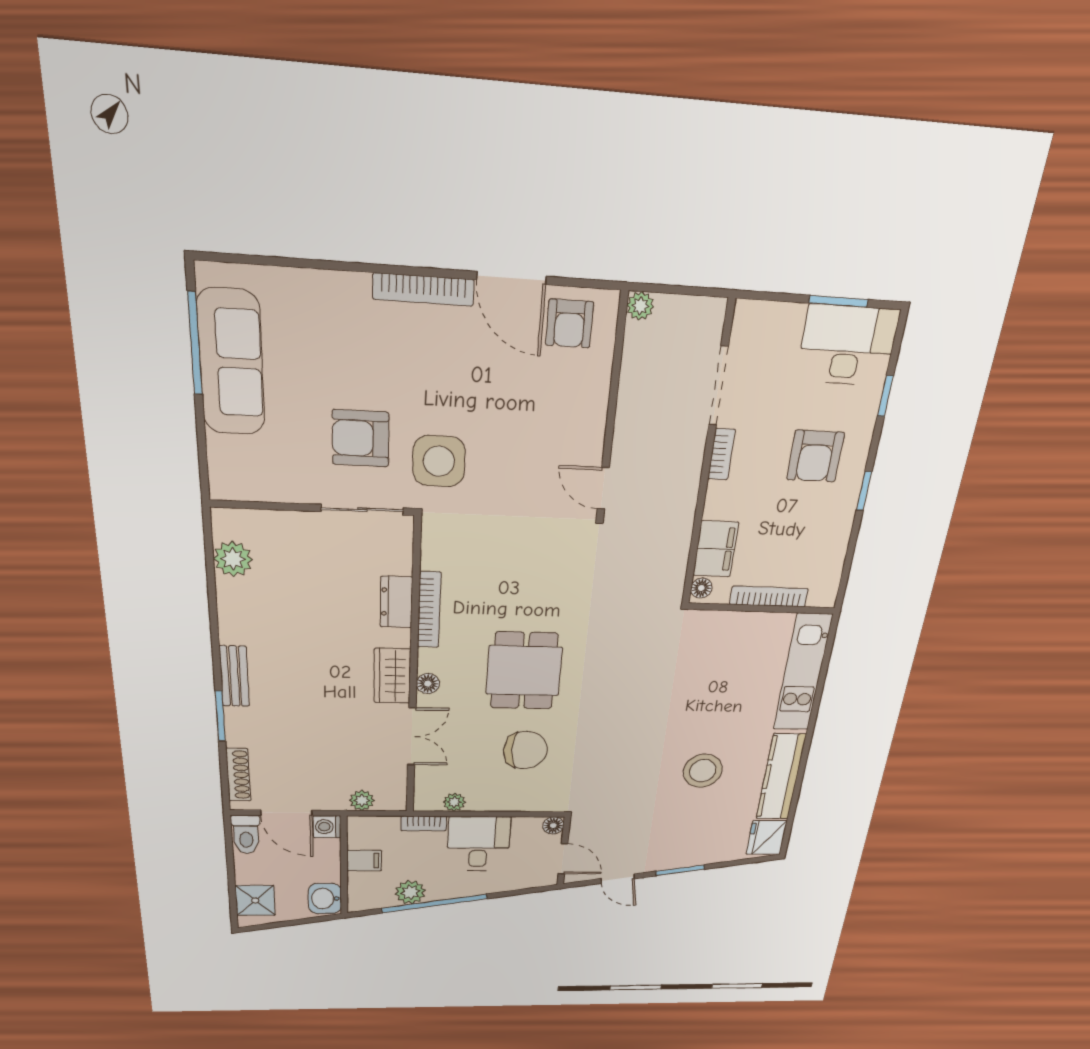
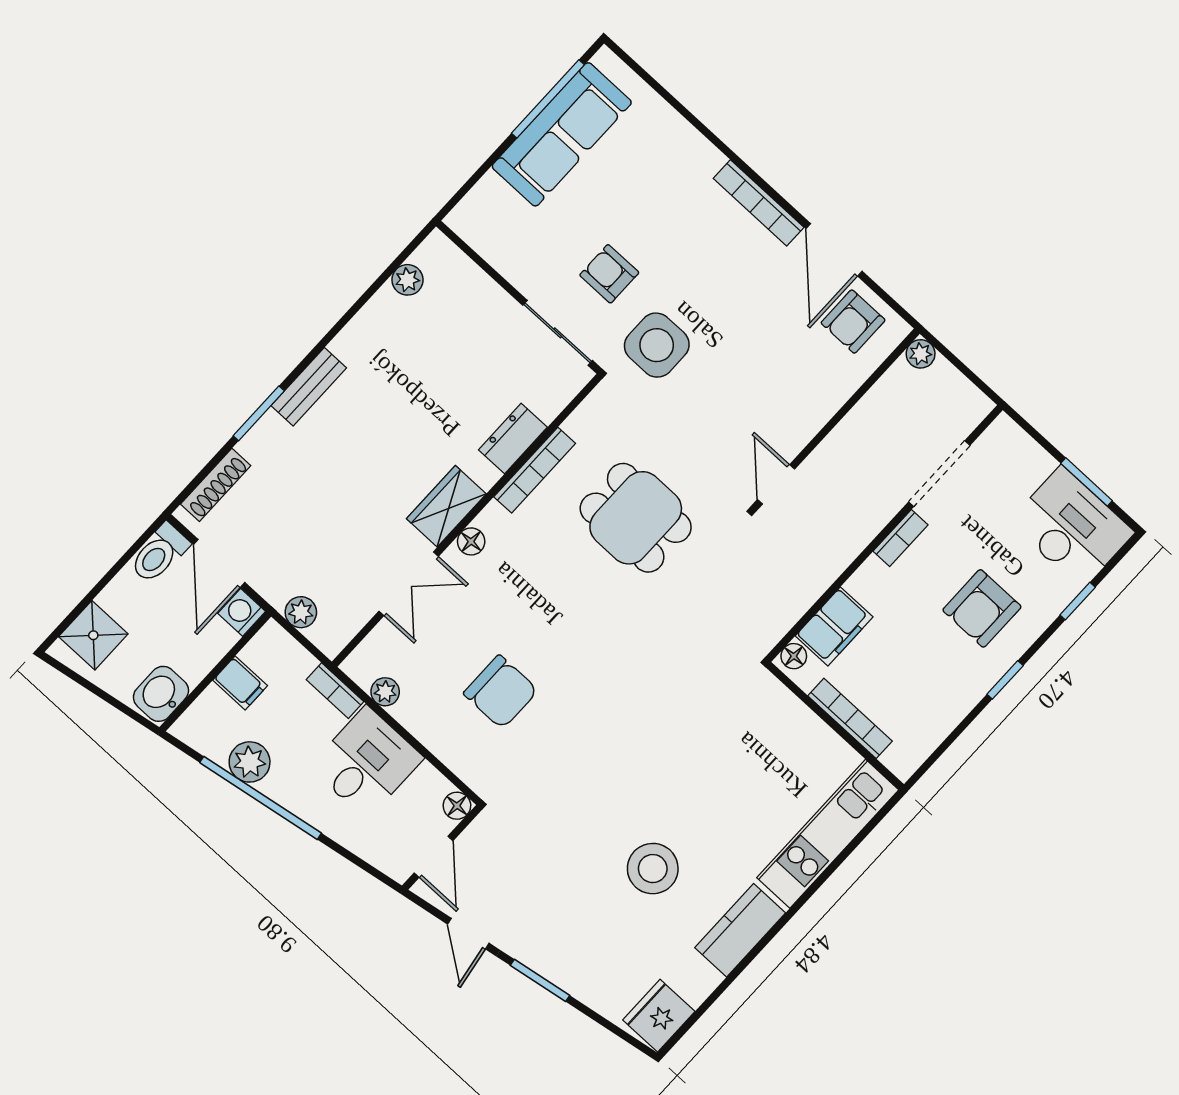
armchair: (361, 438) -> (609, 274), width x0.72, depth x0.72
plant: (233, 559) -> (407, 280), width x0.73, depth x0.73
dining table: (524, 671) -> (636, 518), moved, turned 90
kitchen counter: (781, 777) -> (740, 930), width x0.67

